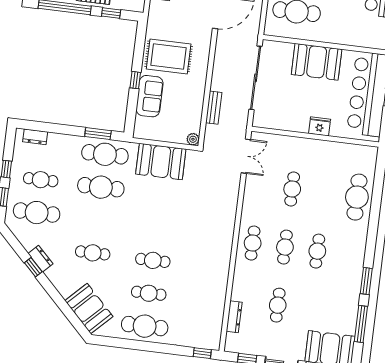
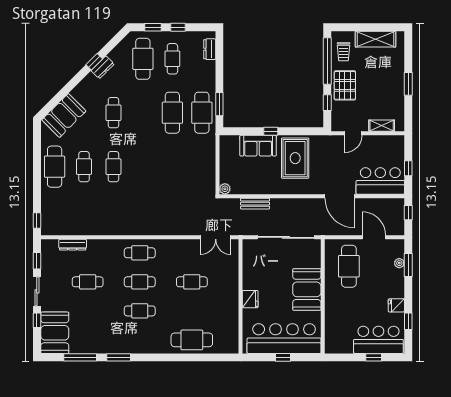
booth: (161, 162) -> (202, 163), removed

